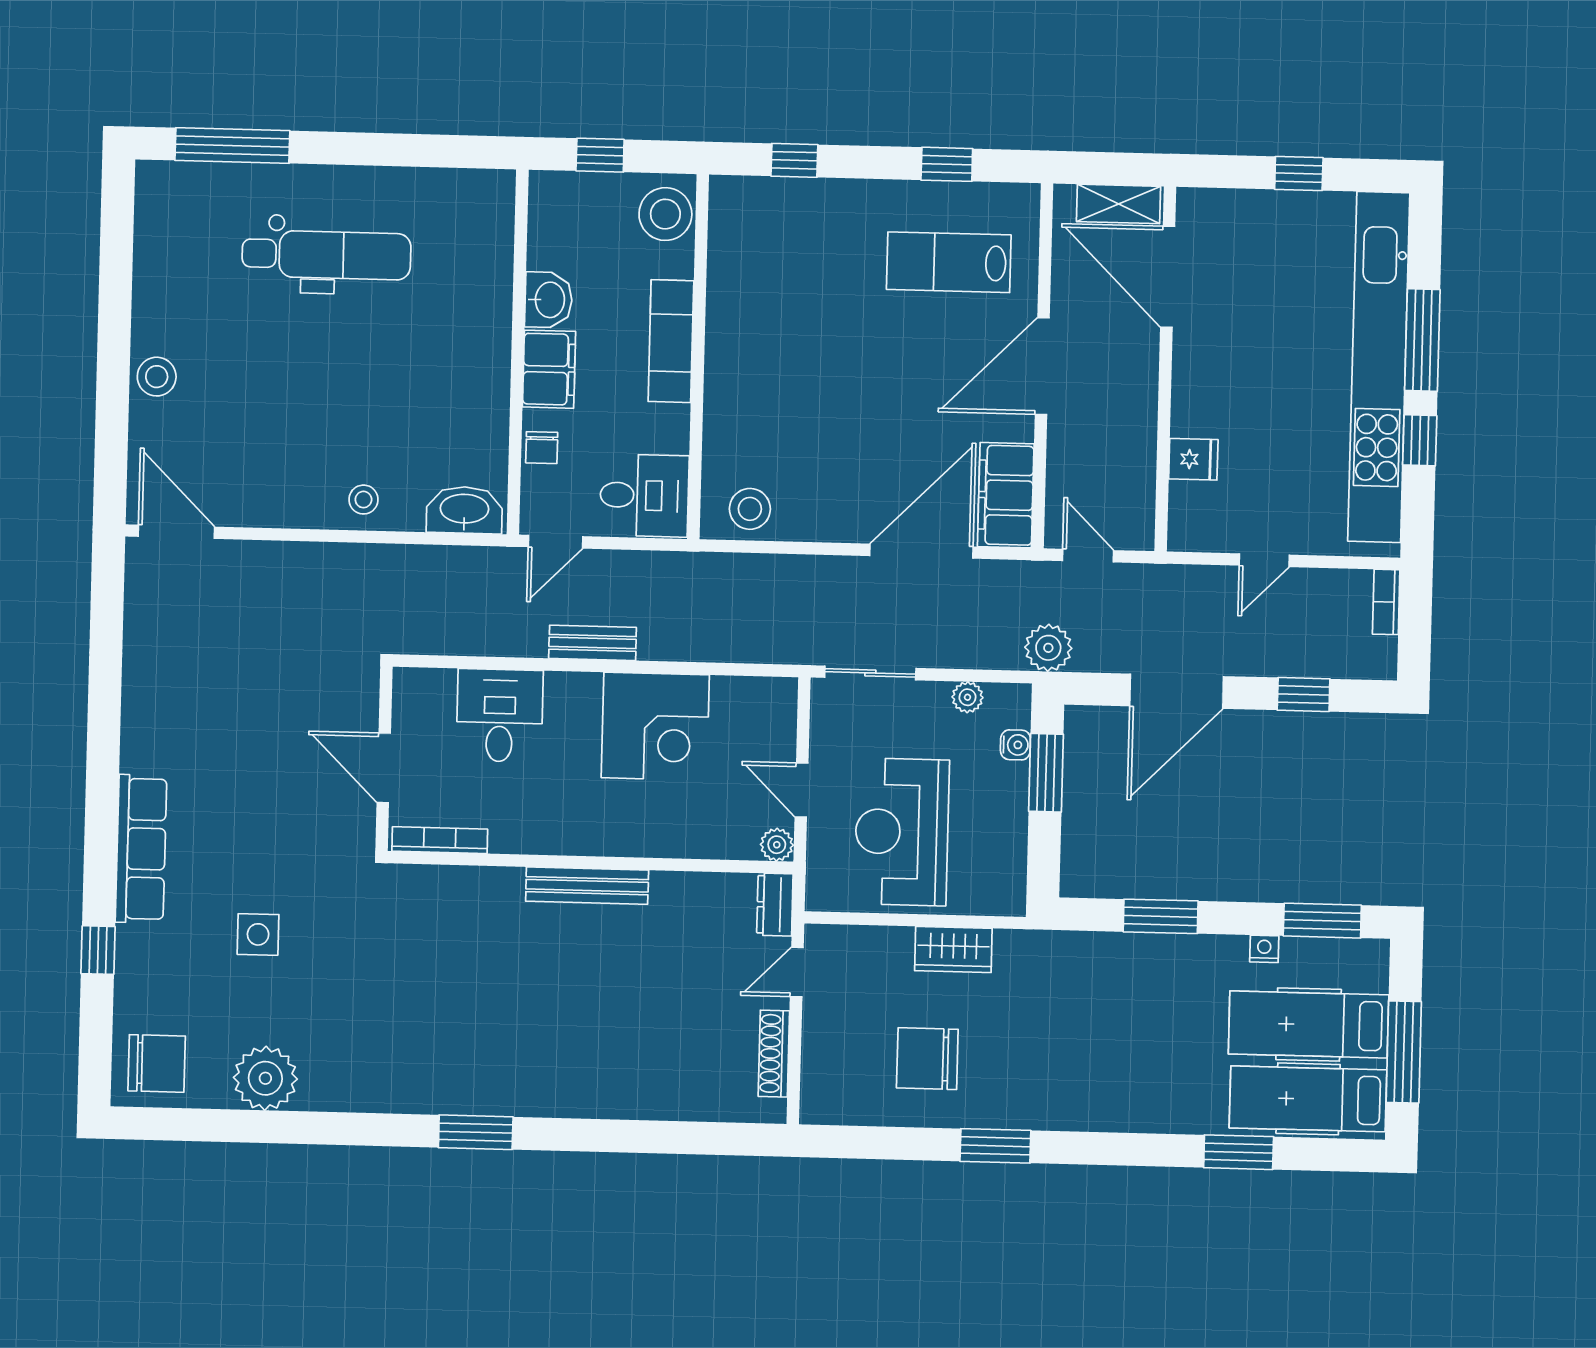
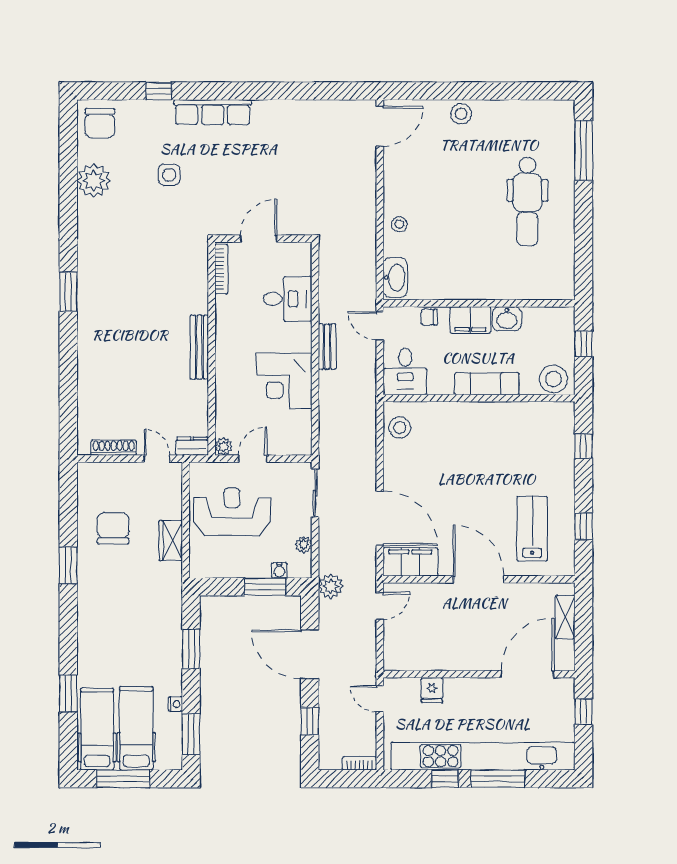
door: (1168, 277) -> (527, 674), moved
wall: (1165, 369) -> (479, 674), moved
fridge: (1193, 459) -> (432, 690), moved

